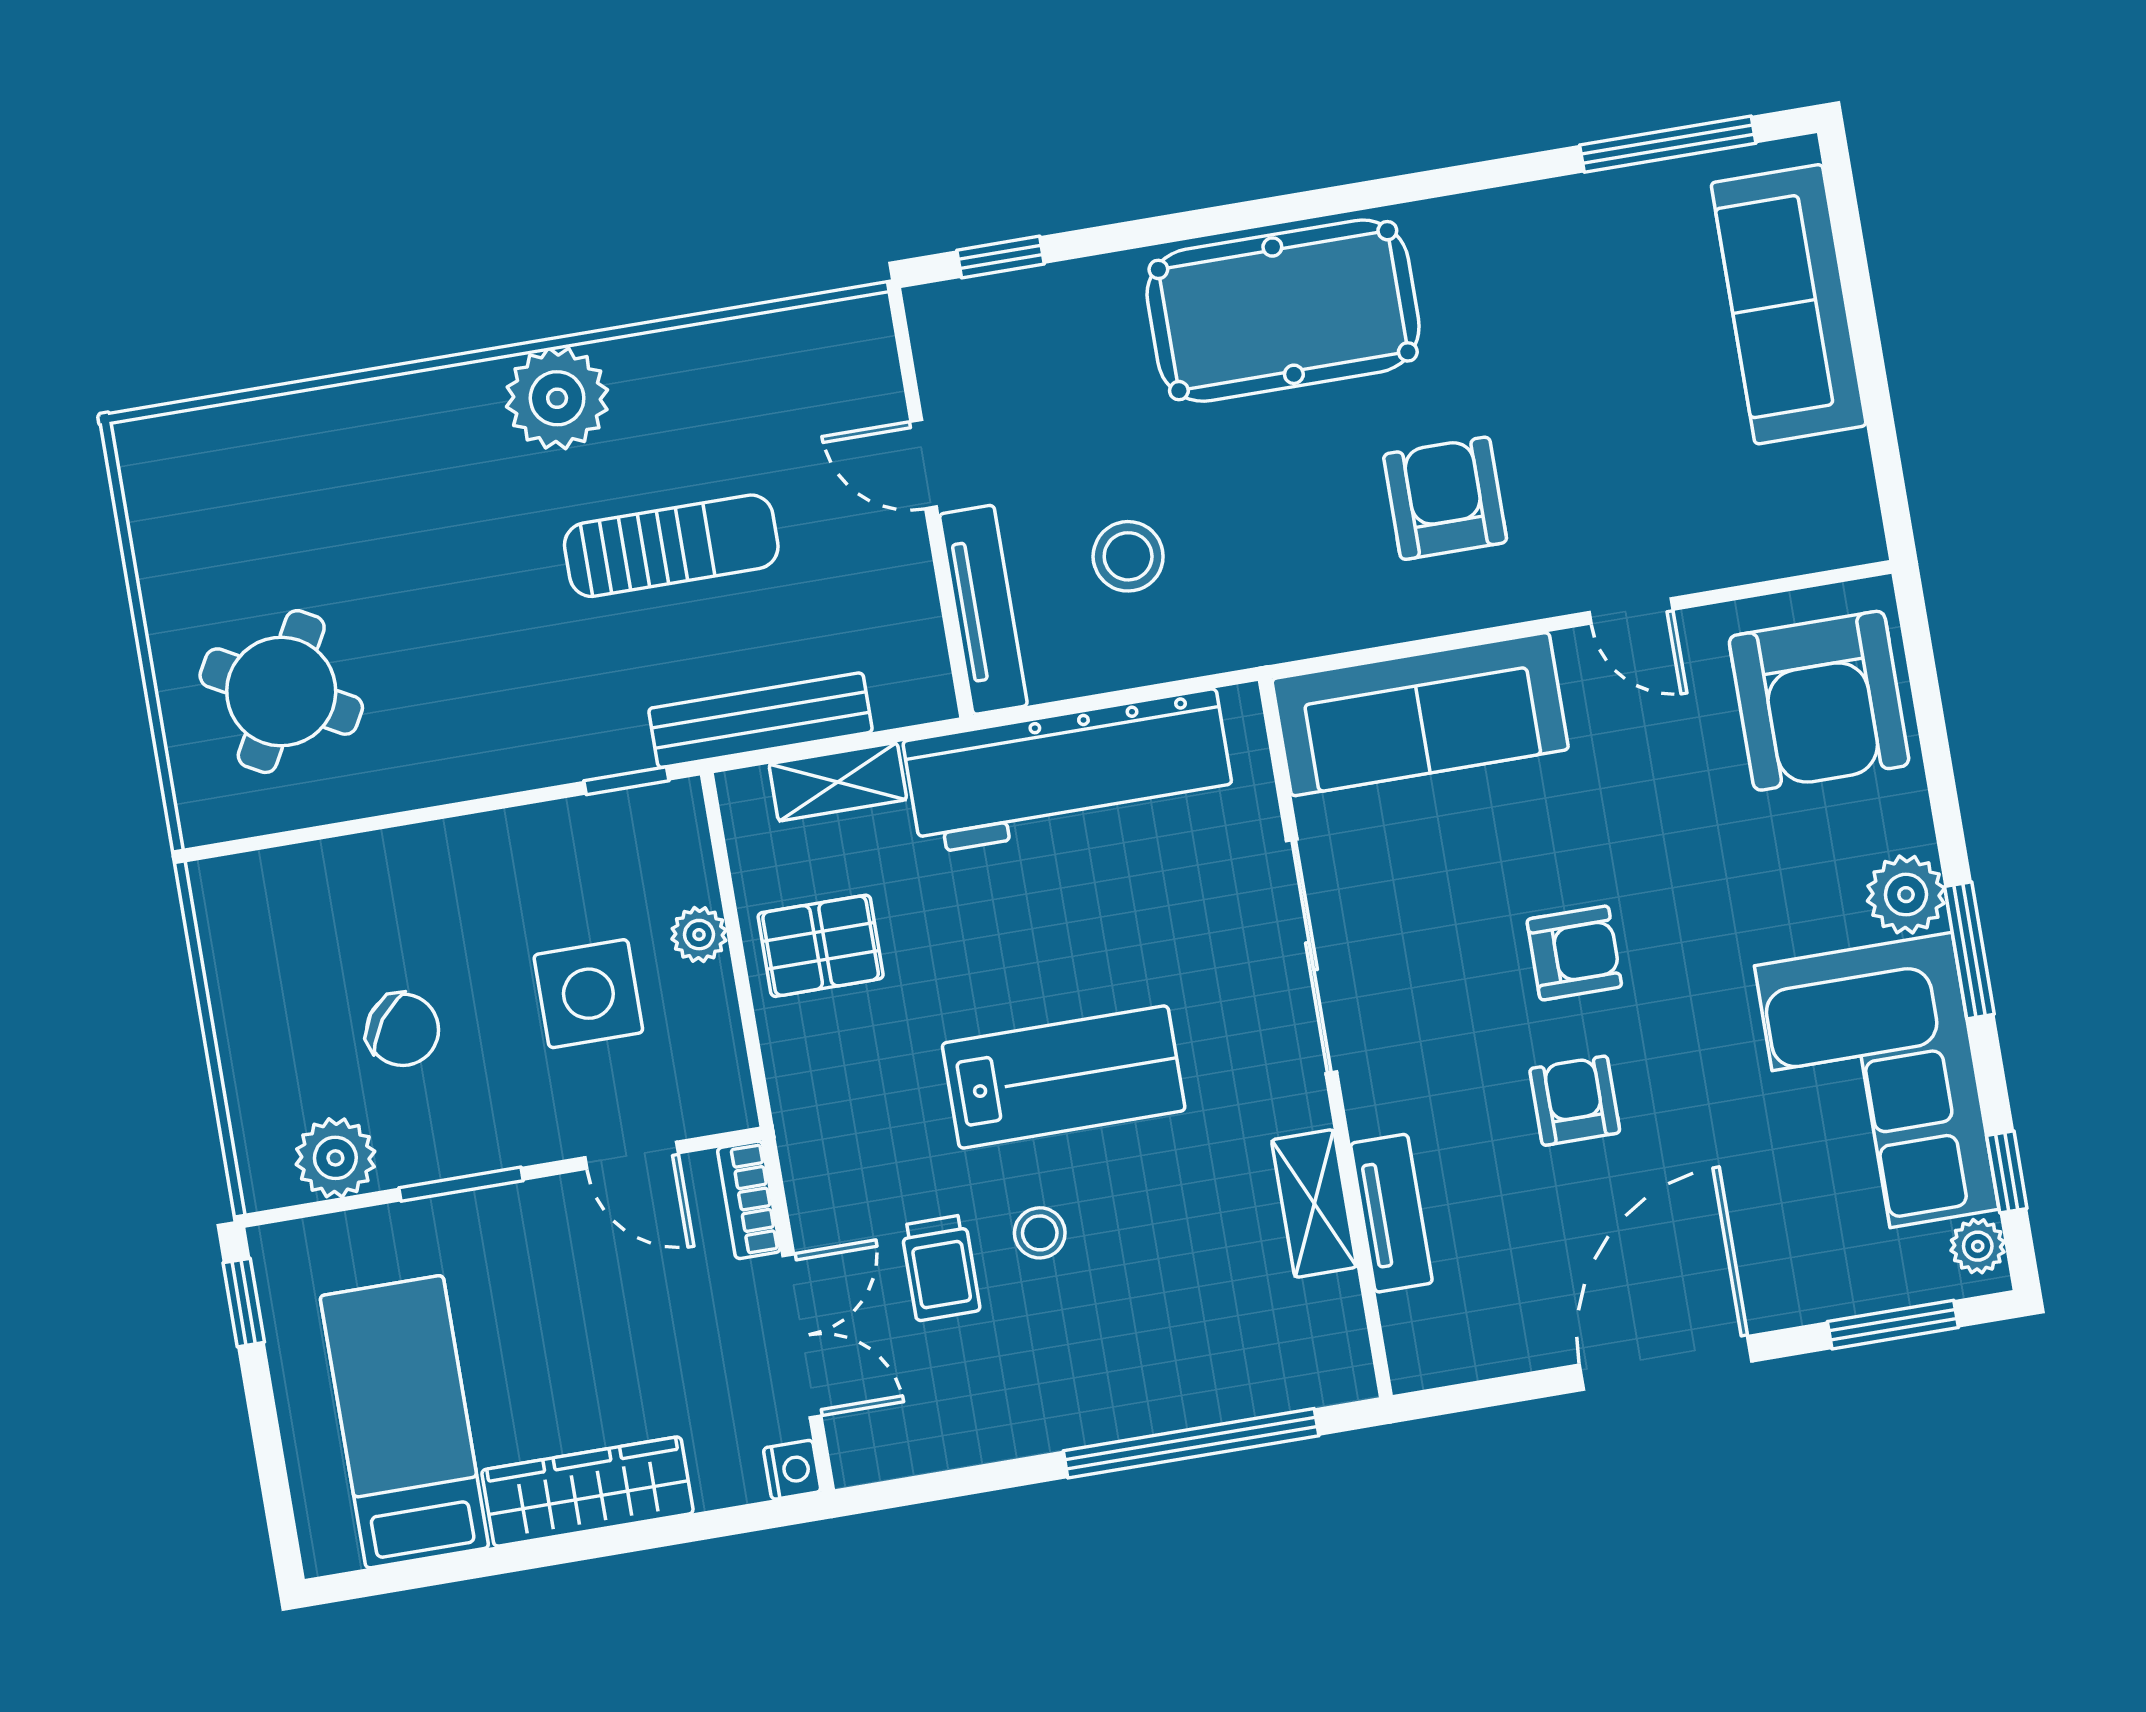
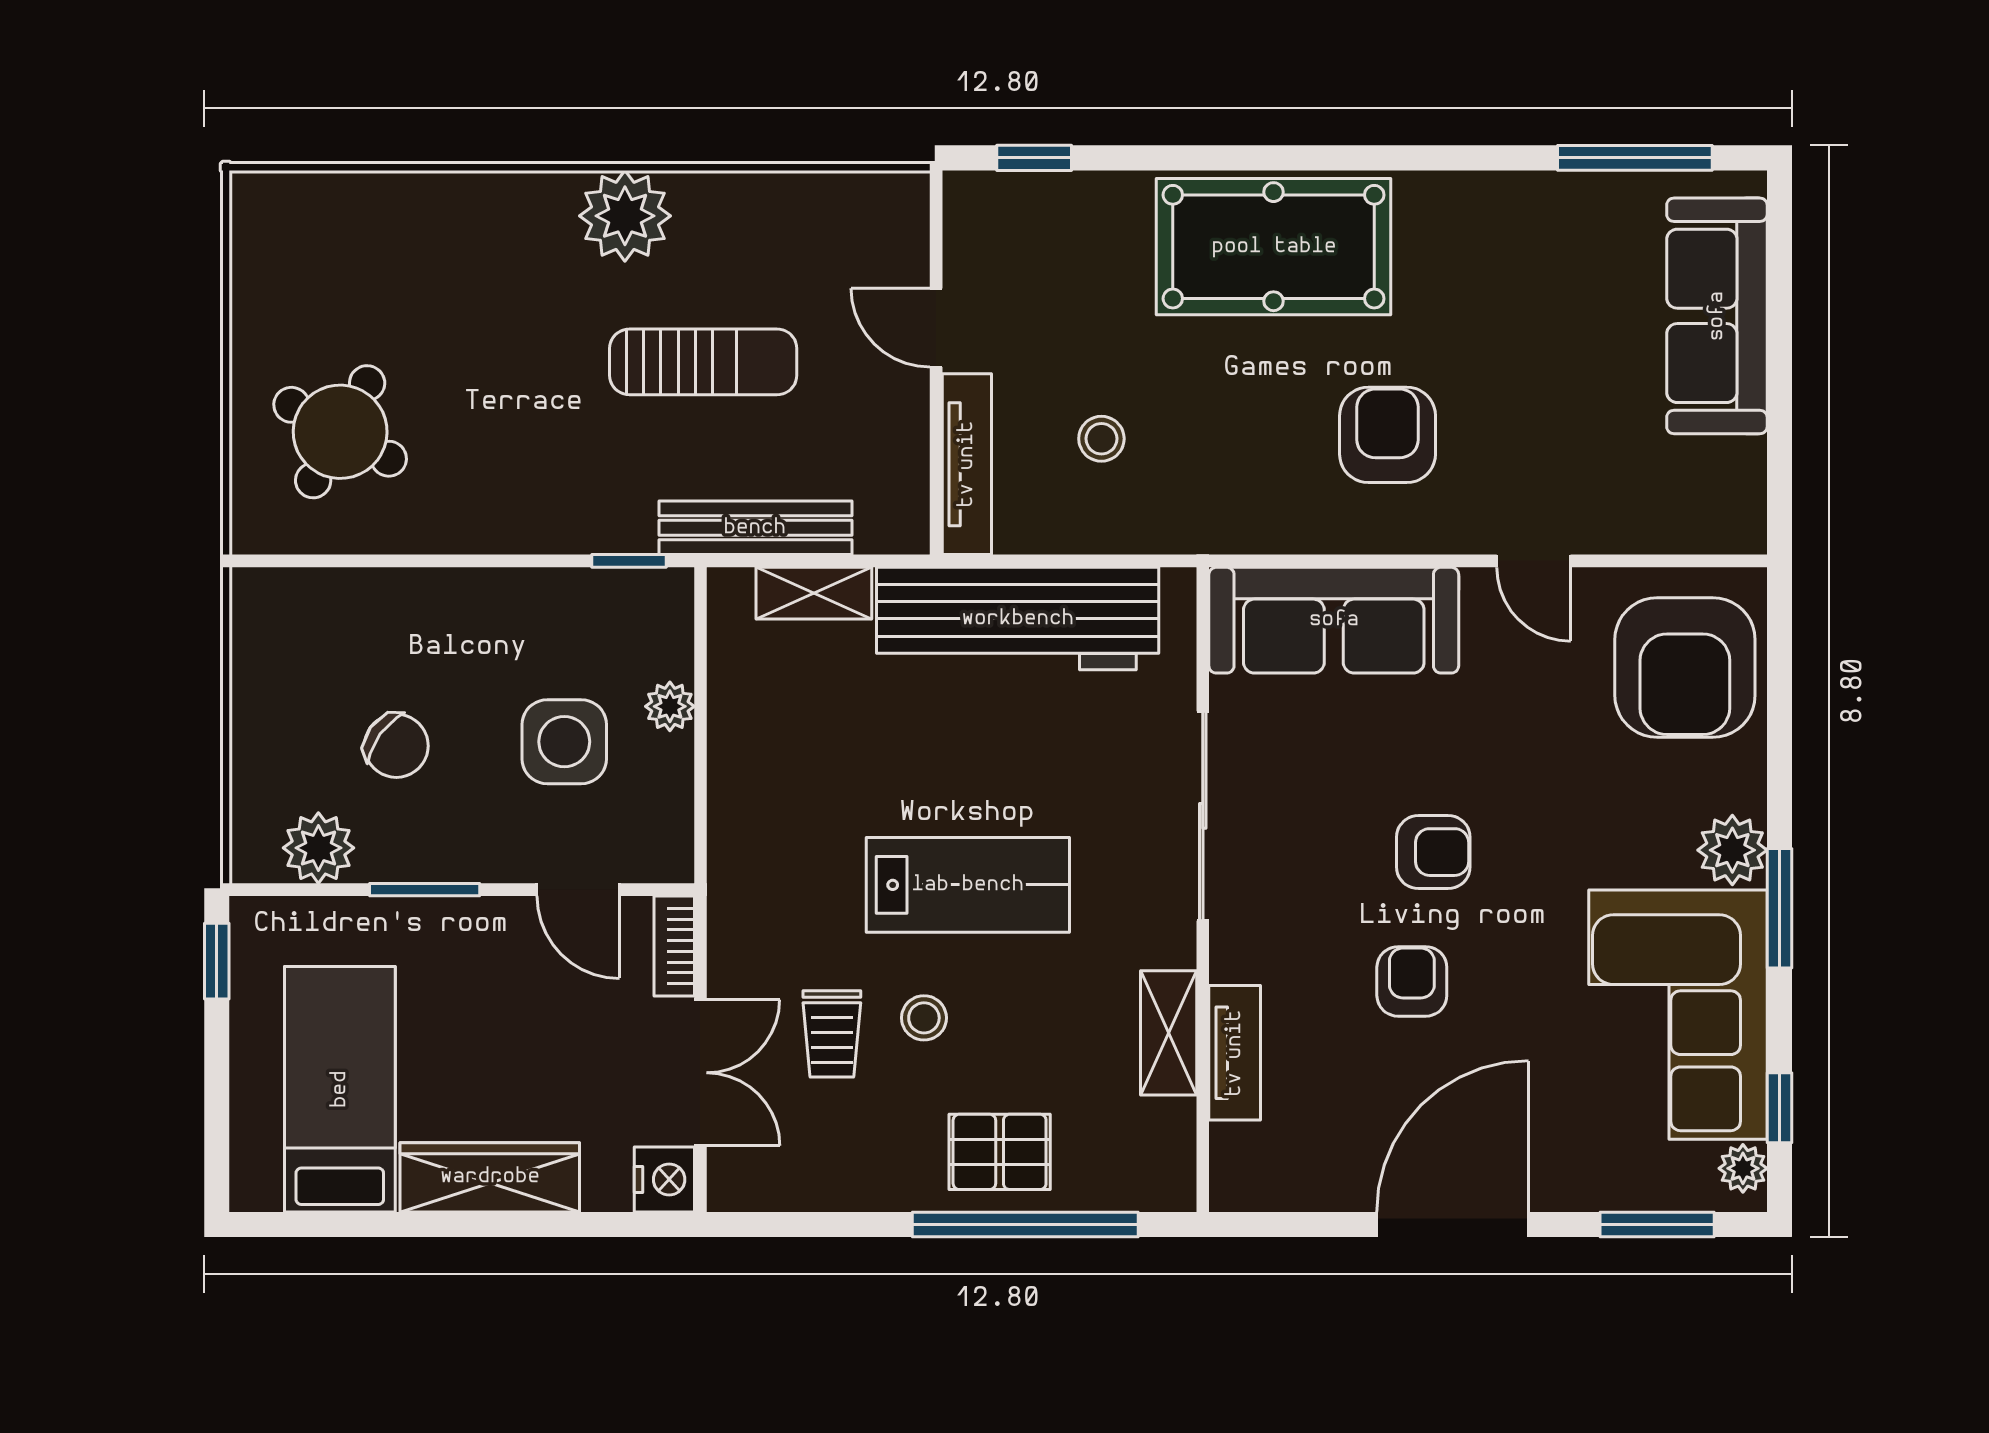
stool: (1128, 556) -> (1101, 439), width x0.73, depth x0.73
pallet: (821, 946) -> (1000, 1152), moved
nightstand: (792, 1470) -> (664, 1179), width x1.39, depth x1.35

